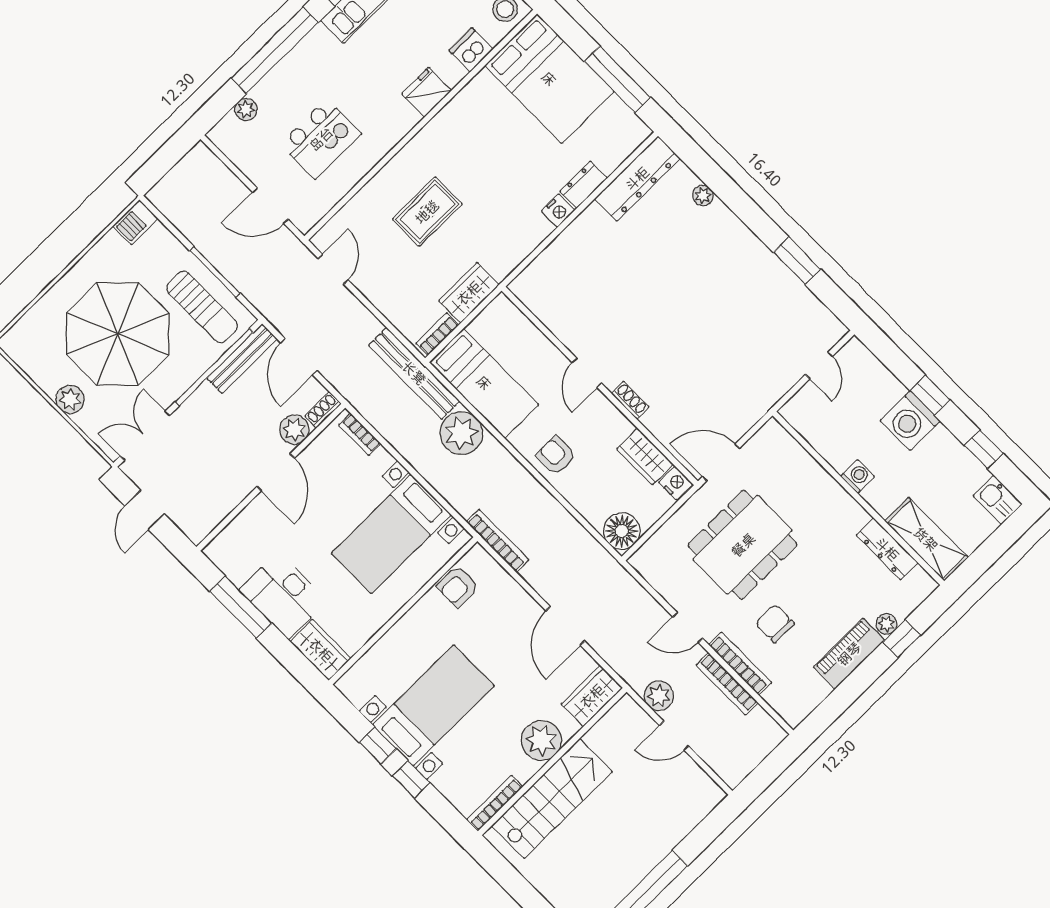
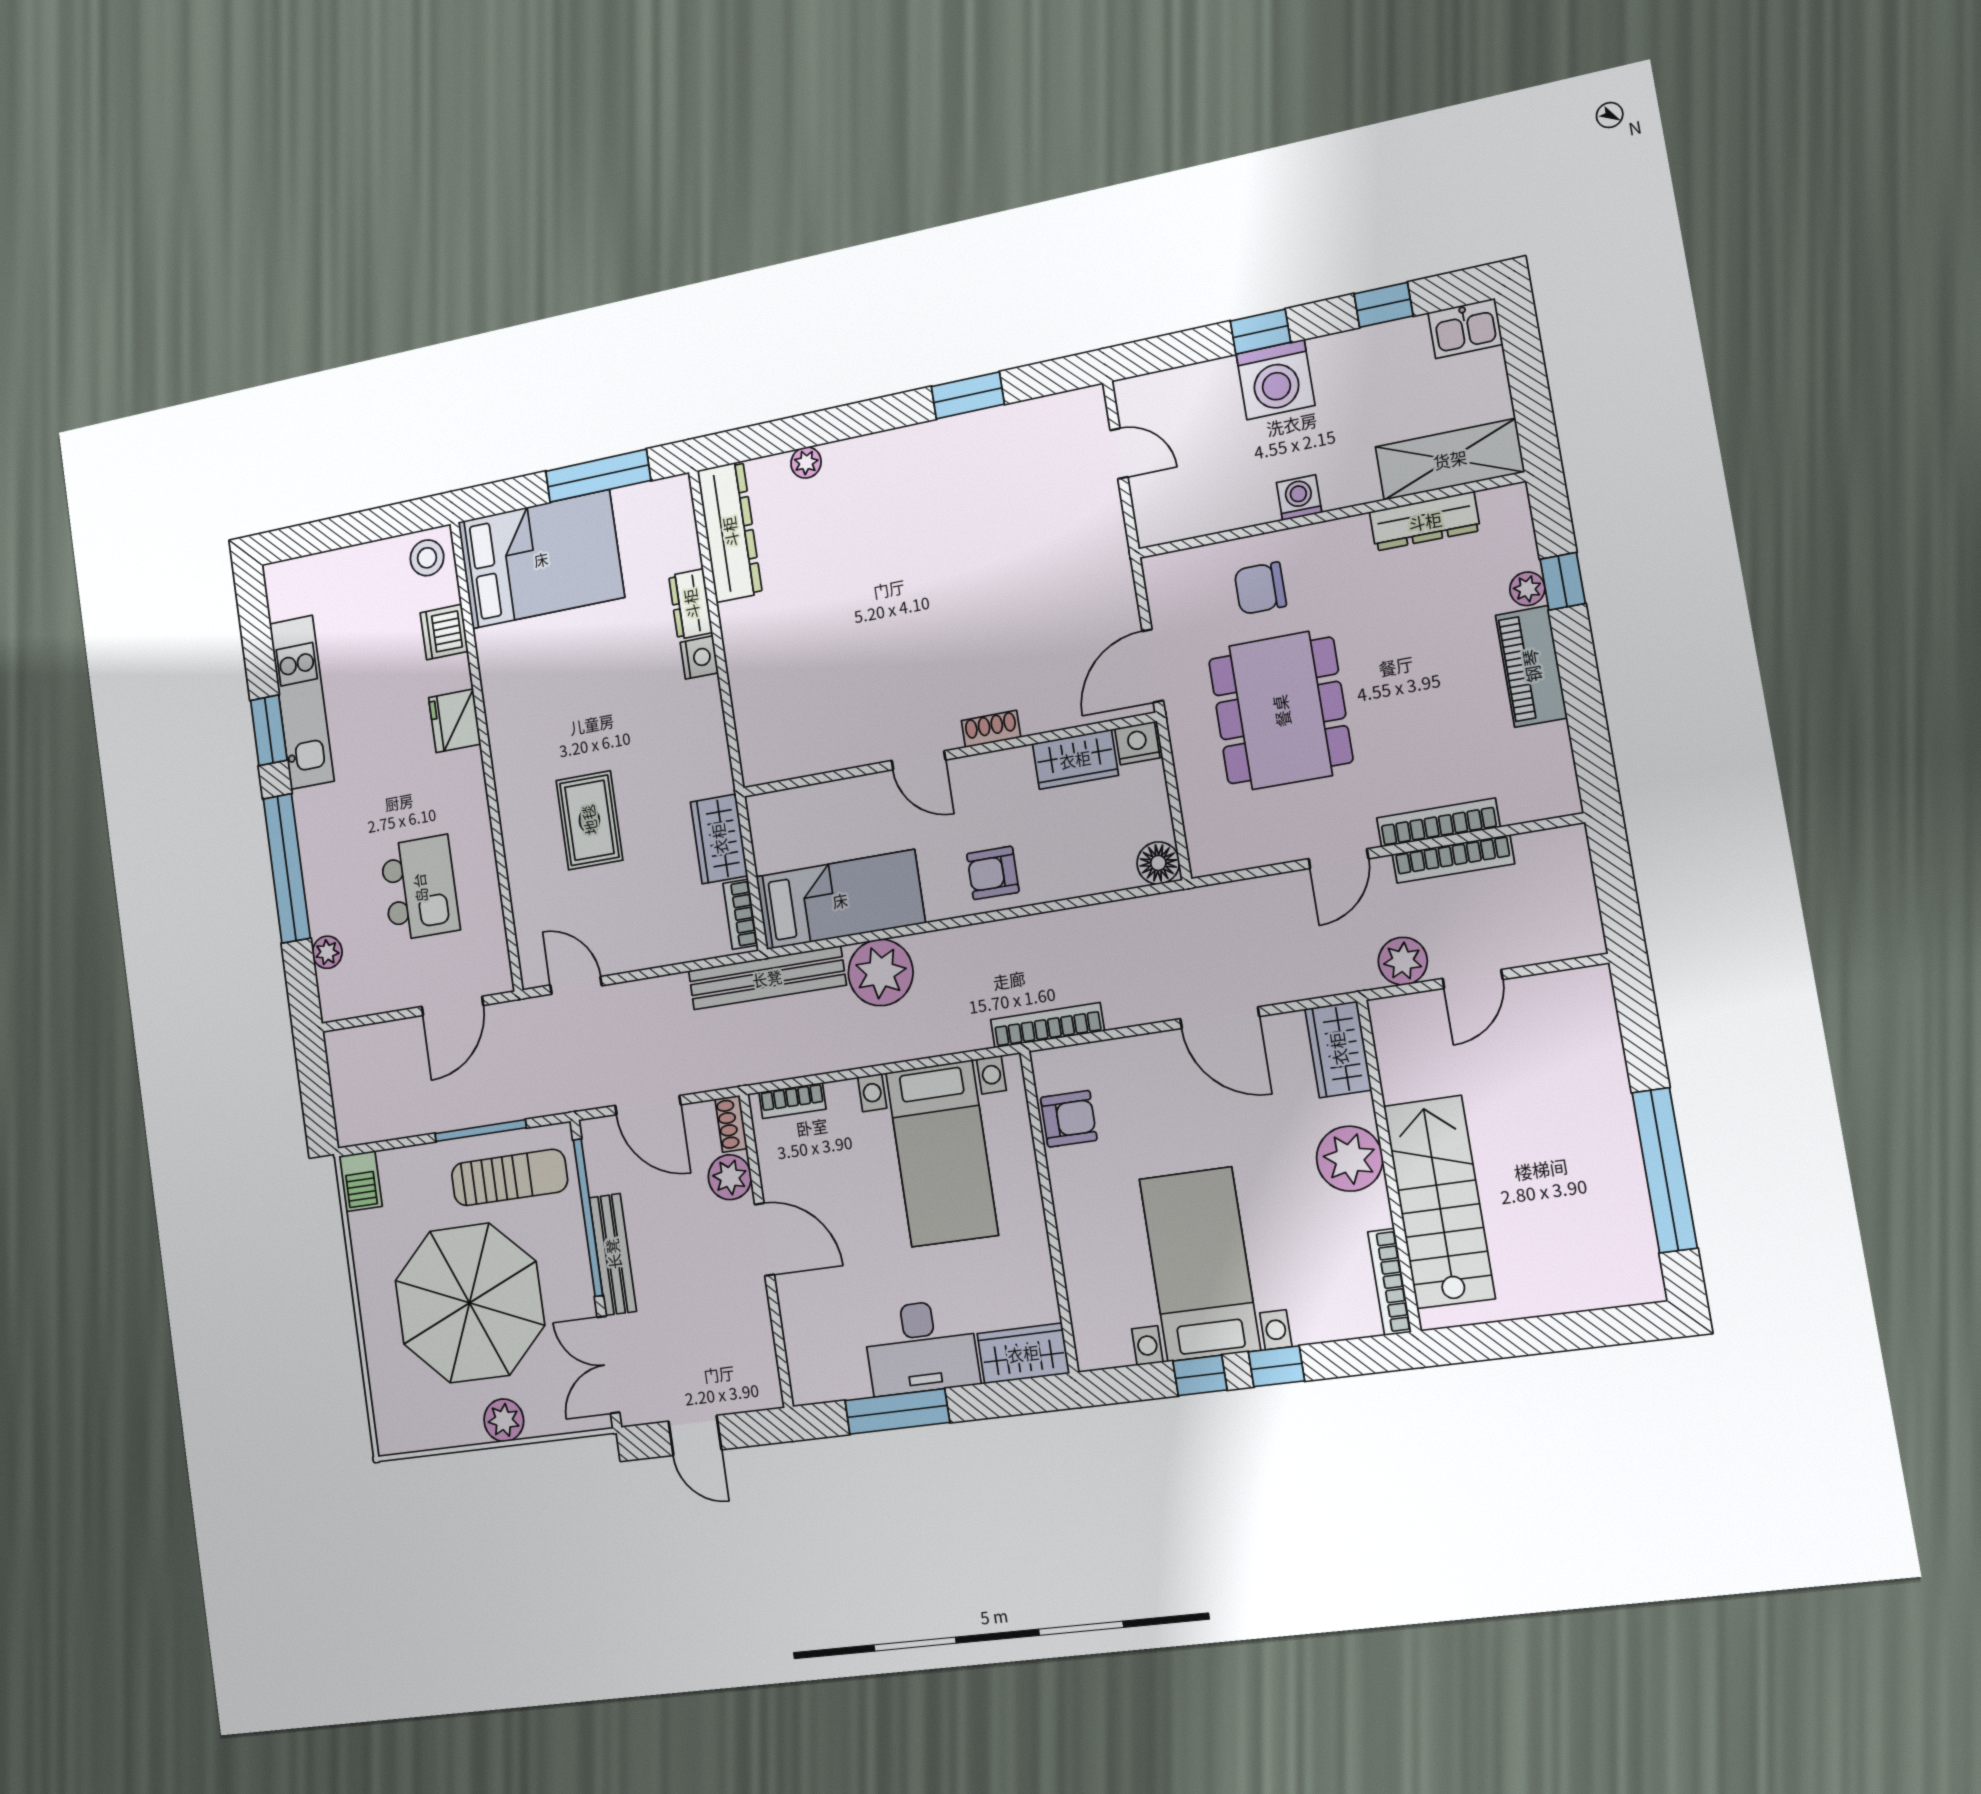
bench: (242, 359) -> (613, 1254), moved
floor lamp: (622, 531) -> (1158, 863), width x0.73, depth x0.73
armchair: (458, 587) -> (1069, 1119), turned -90
chair: (775, 623) -> (1260, 588), moved

